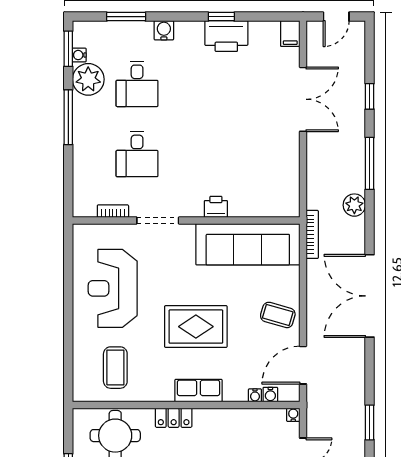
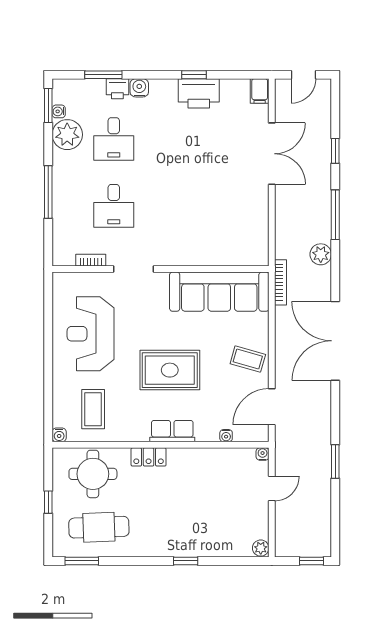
window: (68, 117) -> (48, 192), moved
printer: (216, 207) -> (117, 89), moved, turned 180
water cooler: (270, 395) -> (59, 435), moved

